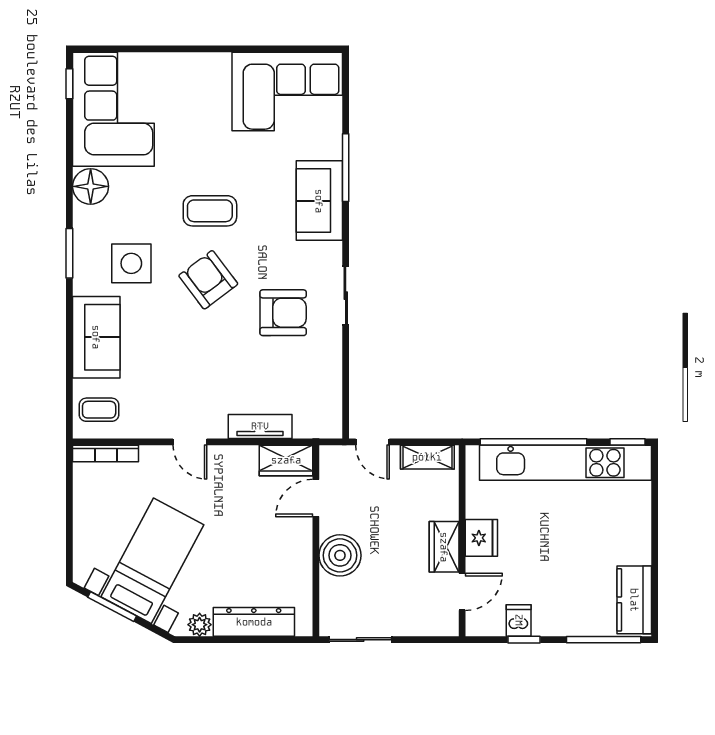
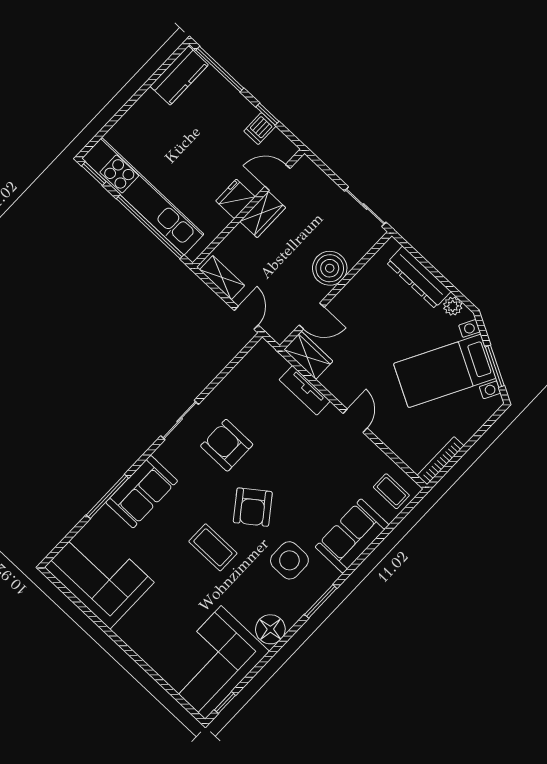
bookcase: (106, 453) -> (441, 461), moved, turned -90

